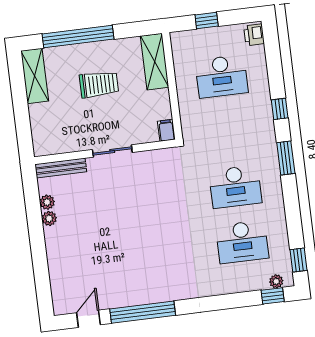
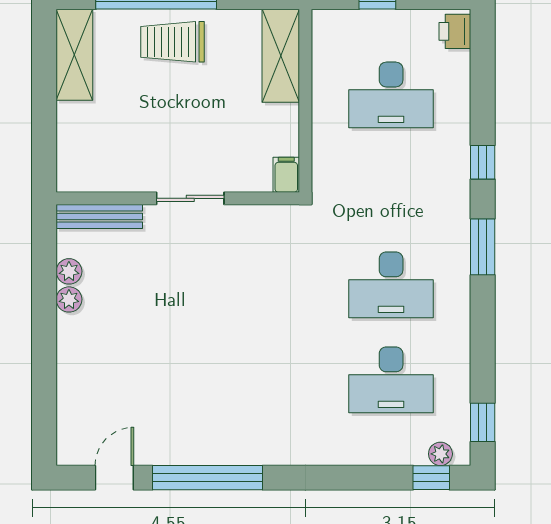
trolley: (99, 84) -> (173, 42), moved, turned 180

